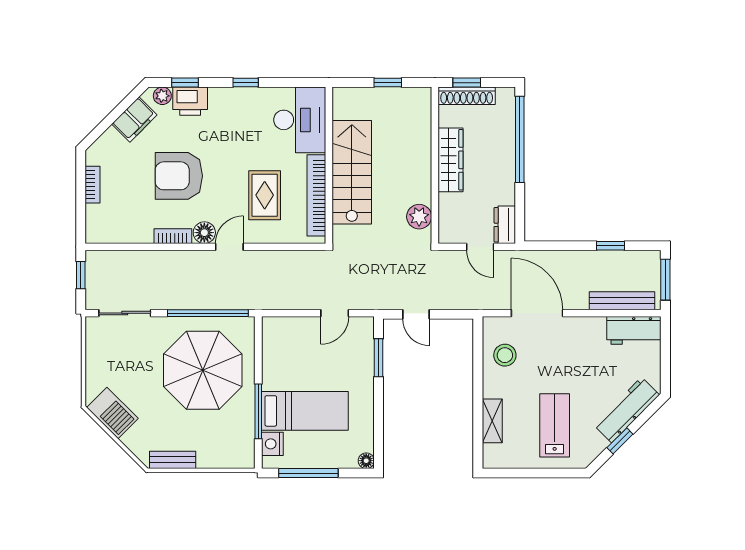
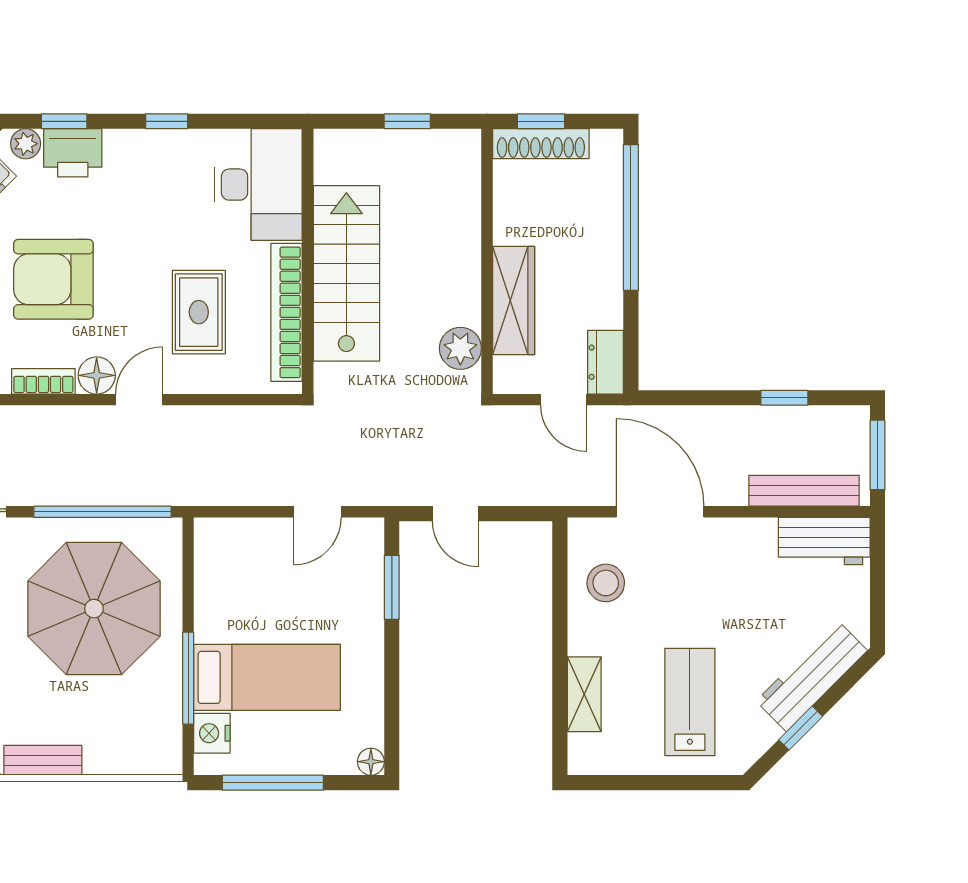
wardrobe: (451, 160) -> (514, 301), moved

